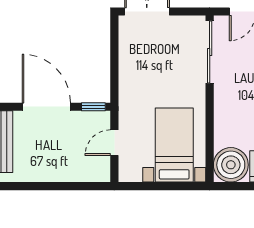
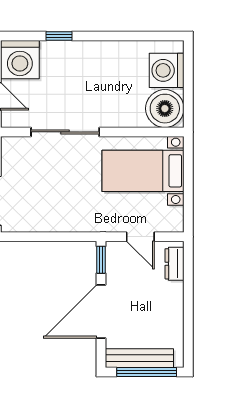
sliding door: (210, 52) -> (65, 132), moved
dresser: (90, 174) -> (175, 264), added

